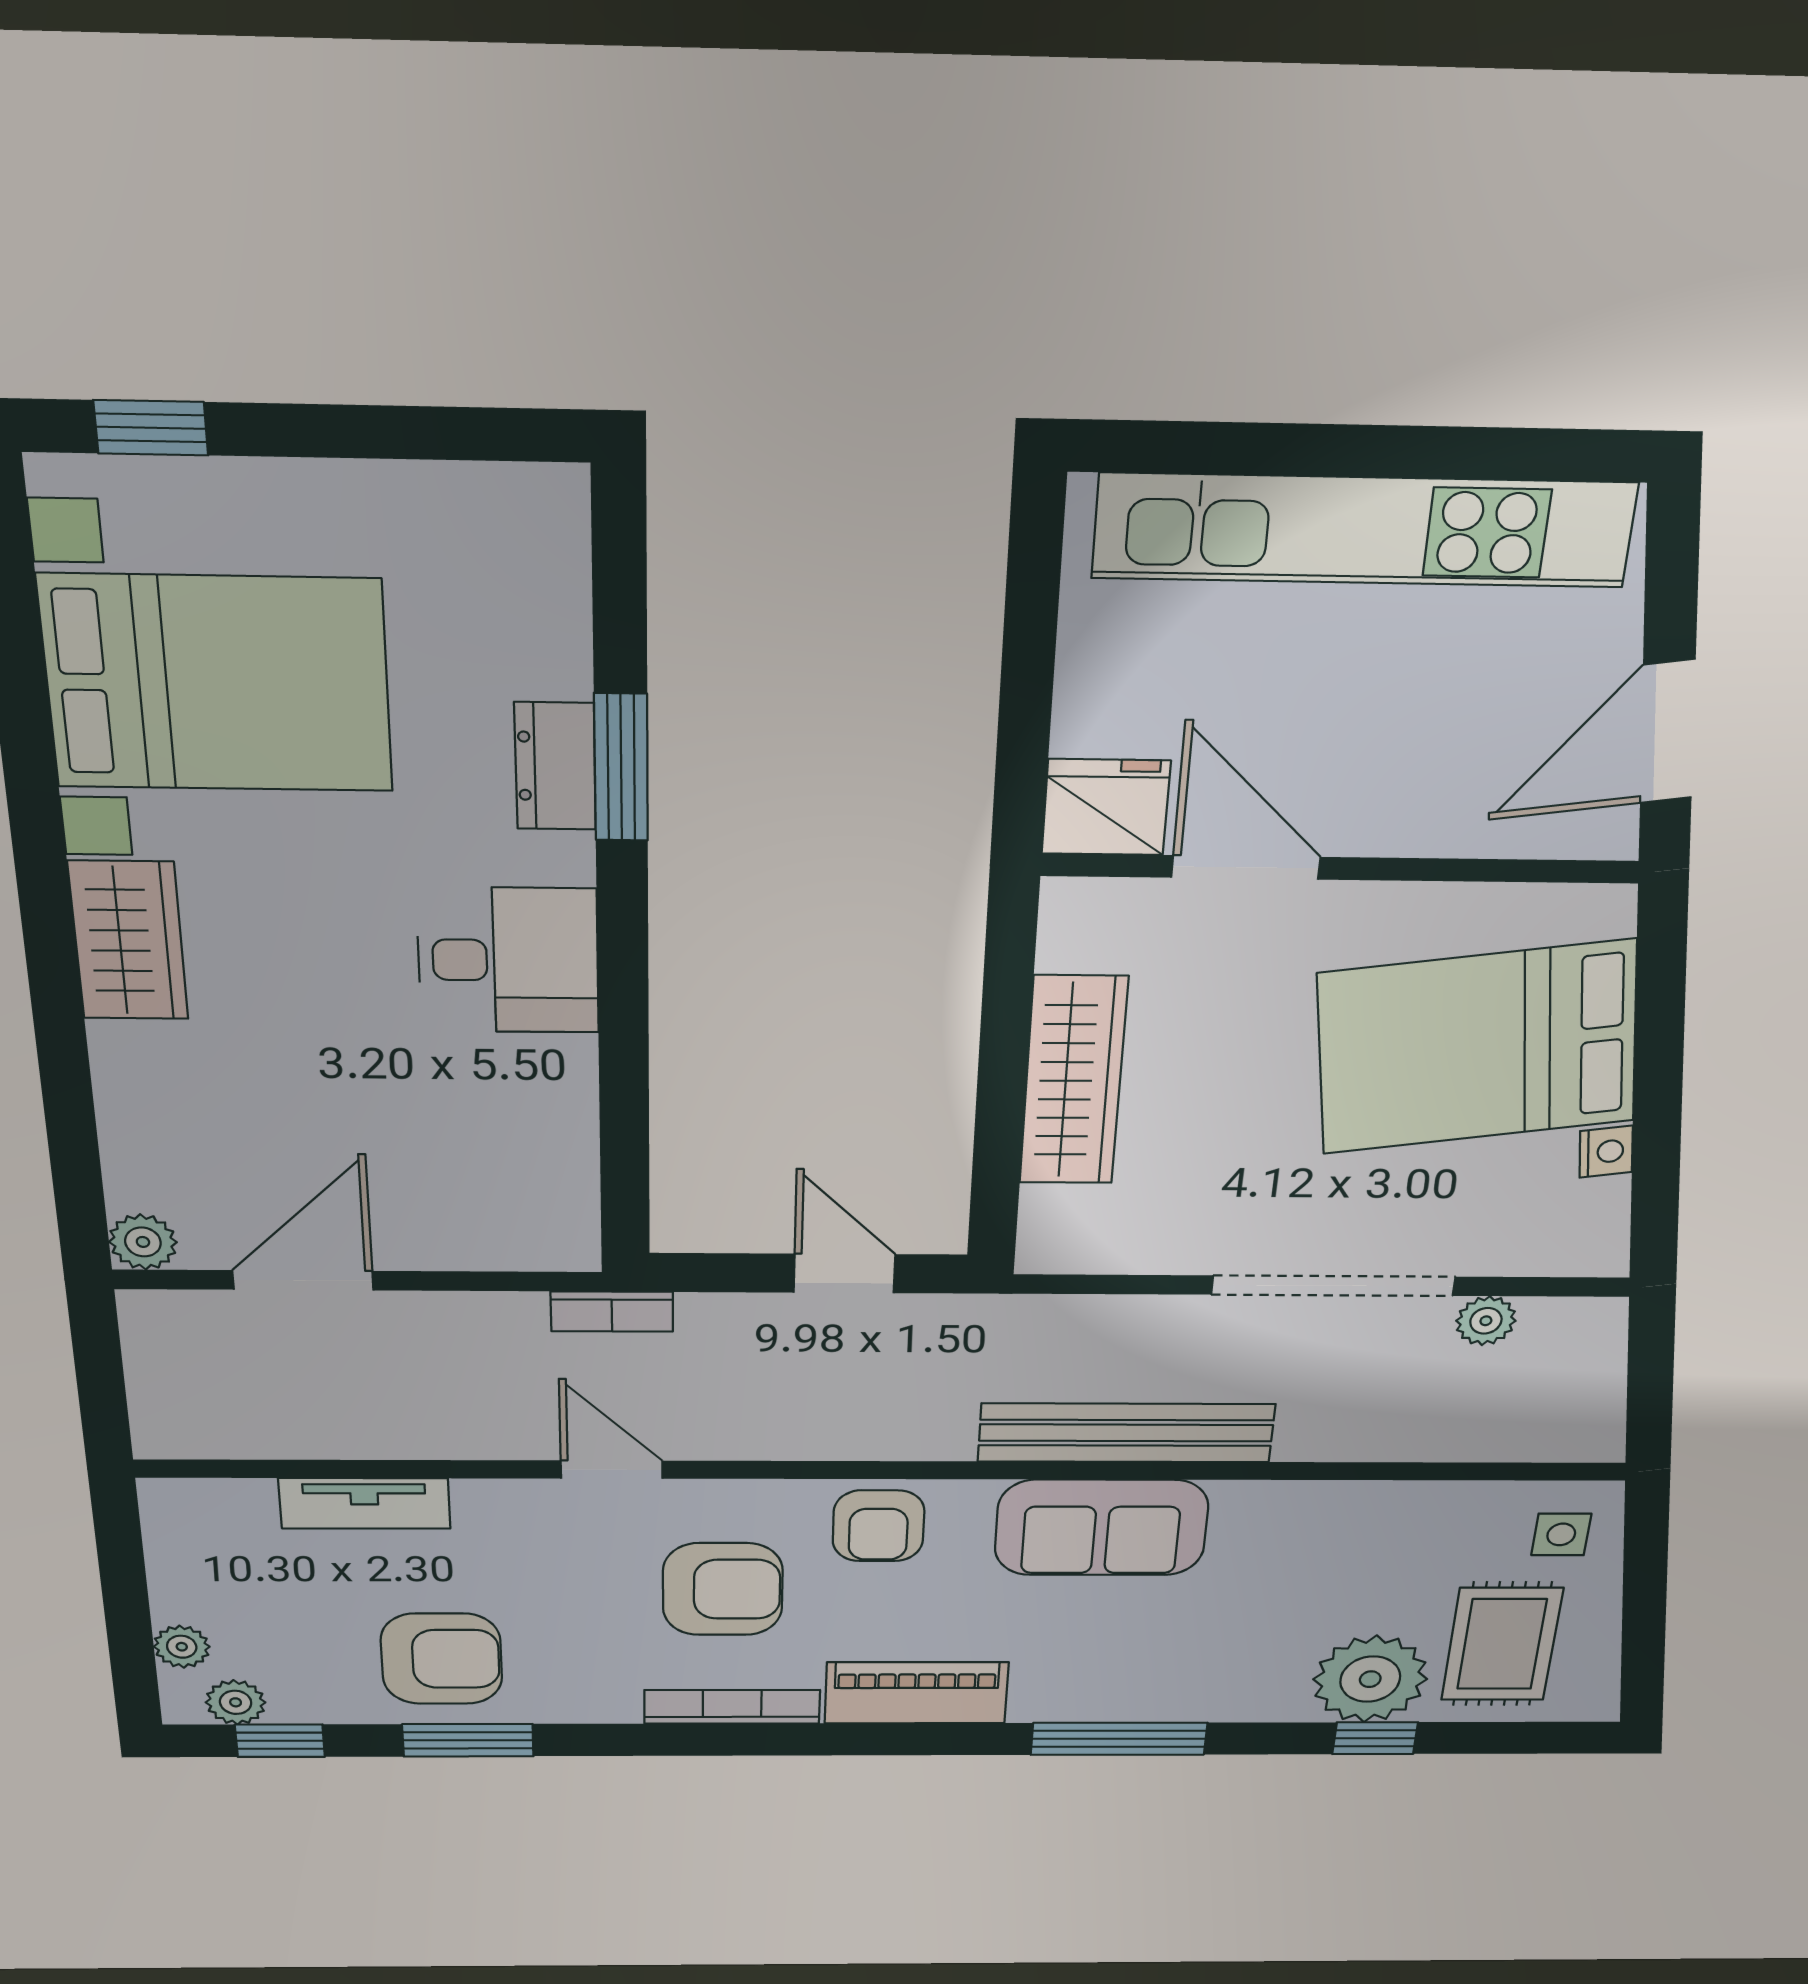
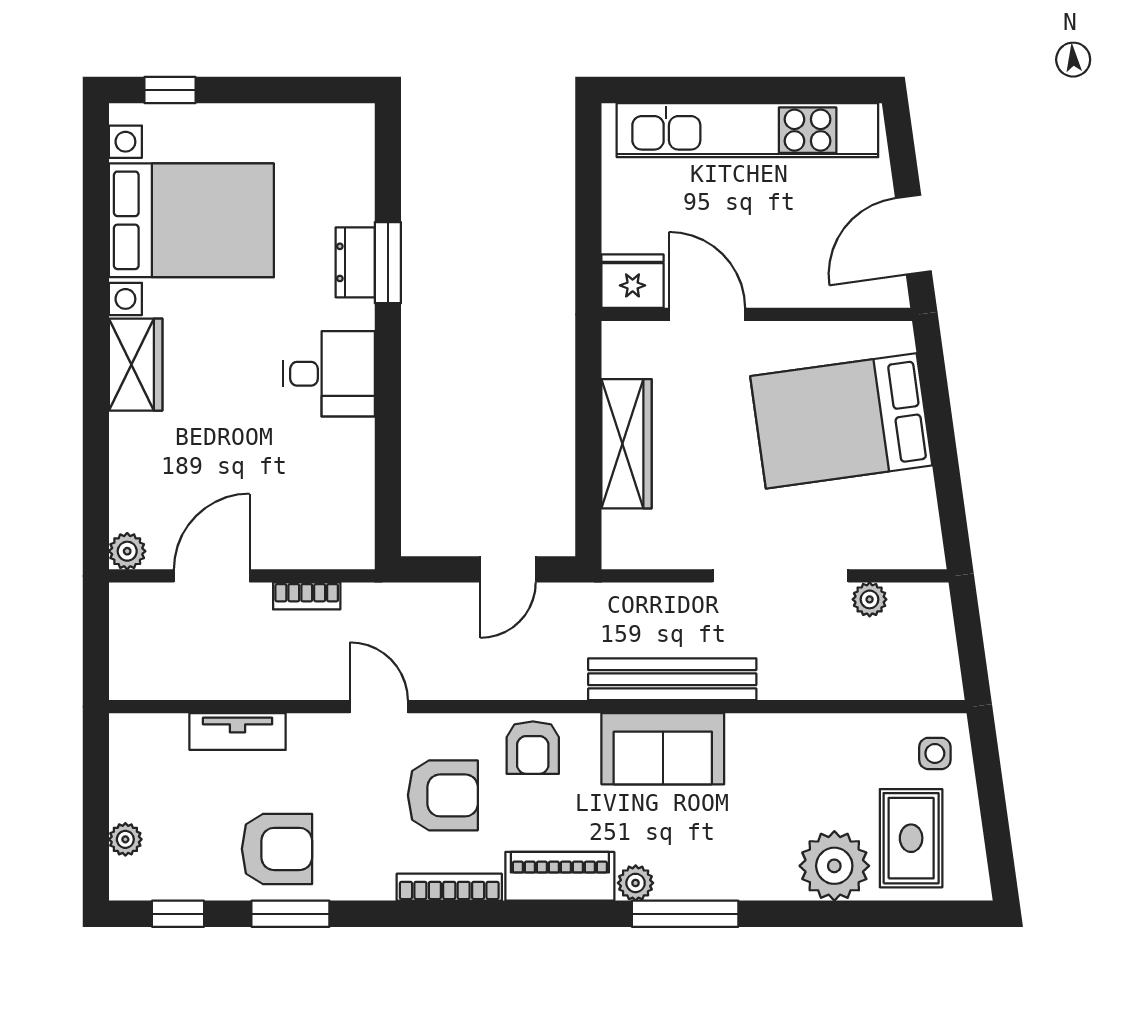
nightstand: (1606, 1152) -> (921, 486), removed
door: (844, 1273) -> (508, 569), swing flipped
bookcase: (612, 1312) -> (307, 596), moved
plant: (236, 1702) -> (636, 883), moved
window: (1375, 1738) -> (843, 914), removed

